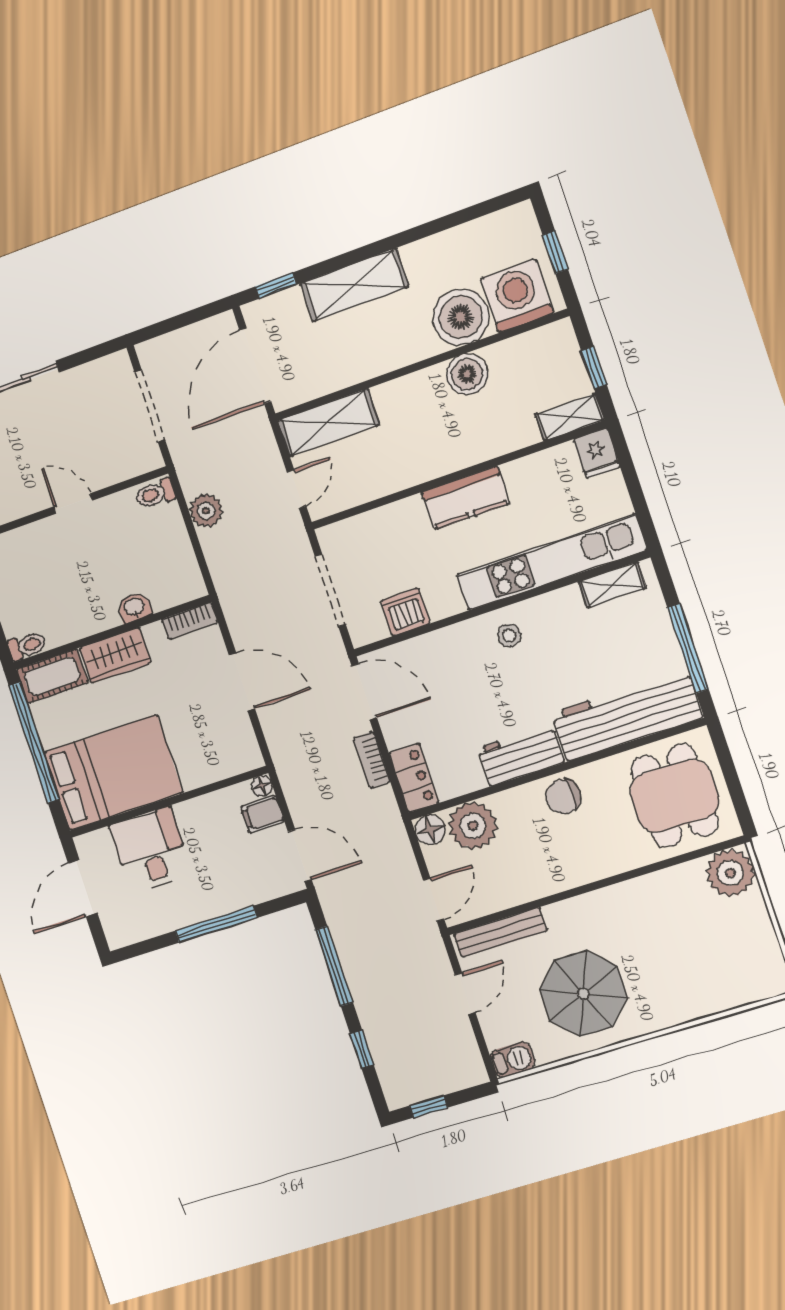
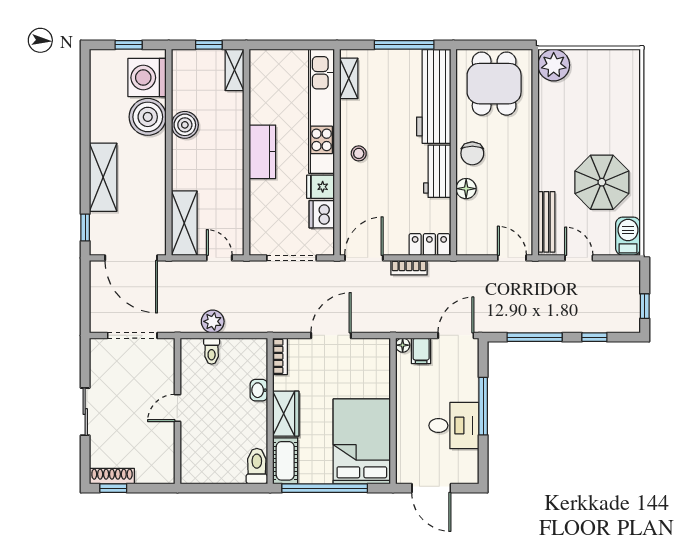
fridge: (597, 453) -> (321, 187), moved, turned 180
toilet: (155, 494) -> (212, 351), moved
toilet: (27, 646) -> (257, 466), width x1.37, depth x1.39
dining table: (675, 796) -> (494, 84), turned 90
plant: (473, 826) -> (472, 217), removed
floor lamp: (430, 830) -> (466, 189), moved
desk: (150, 850) -> (454, 426), moved, turned 180
barbecue: (513, 1060) -> (628, 236), width x1.38, depth x1.27

